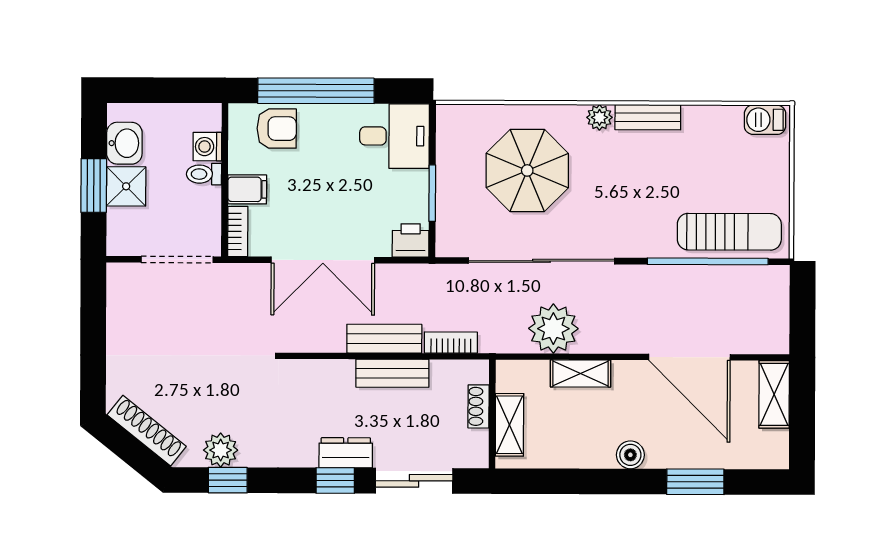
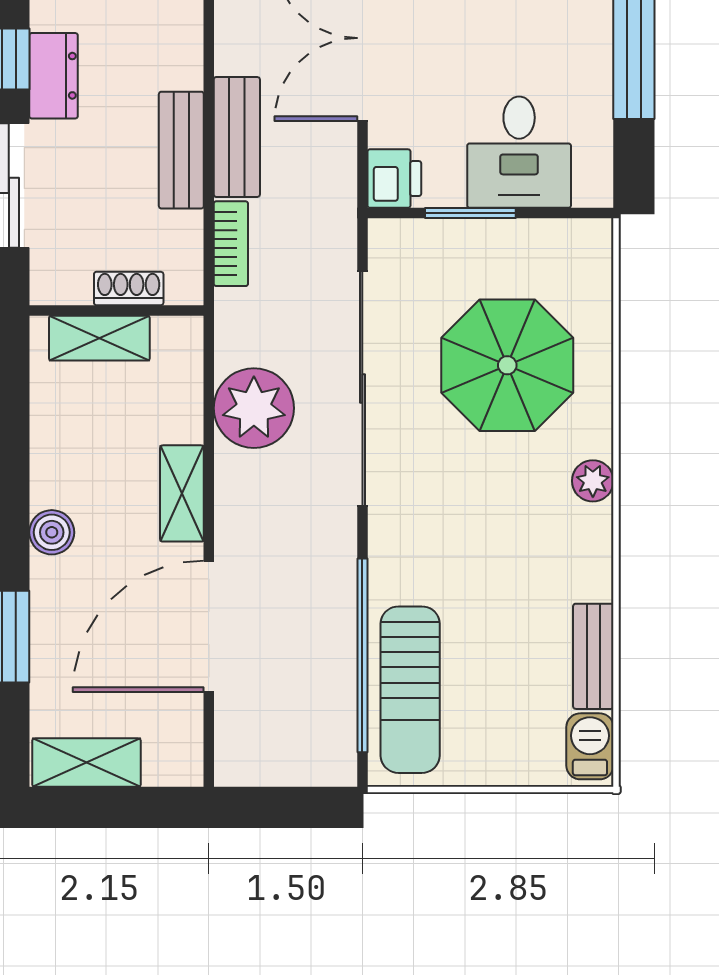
bench: (648, 117) -> (593, 656), moved
desk: (395, 136) -> (519, 152), moved
shelving: (581, 374) -> (182, 493), moved
shelving: (774, 394) -> (86, 763), moved

